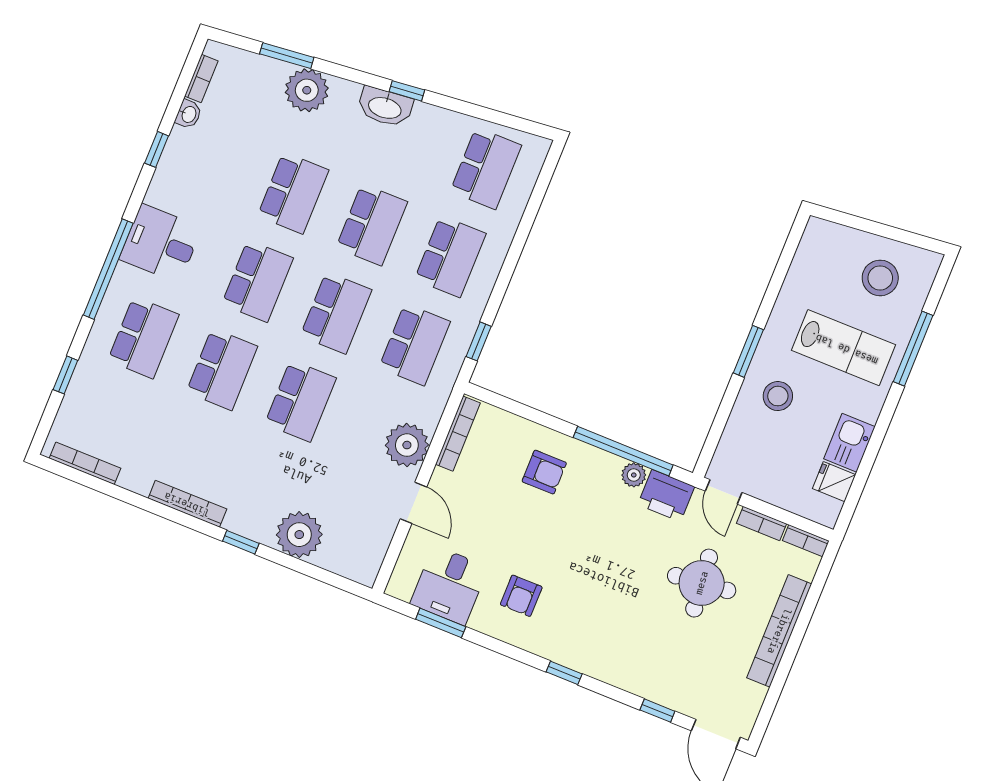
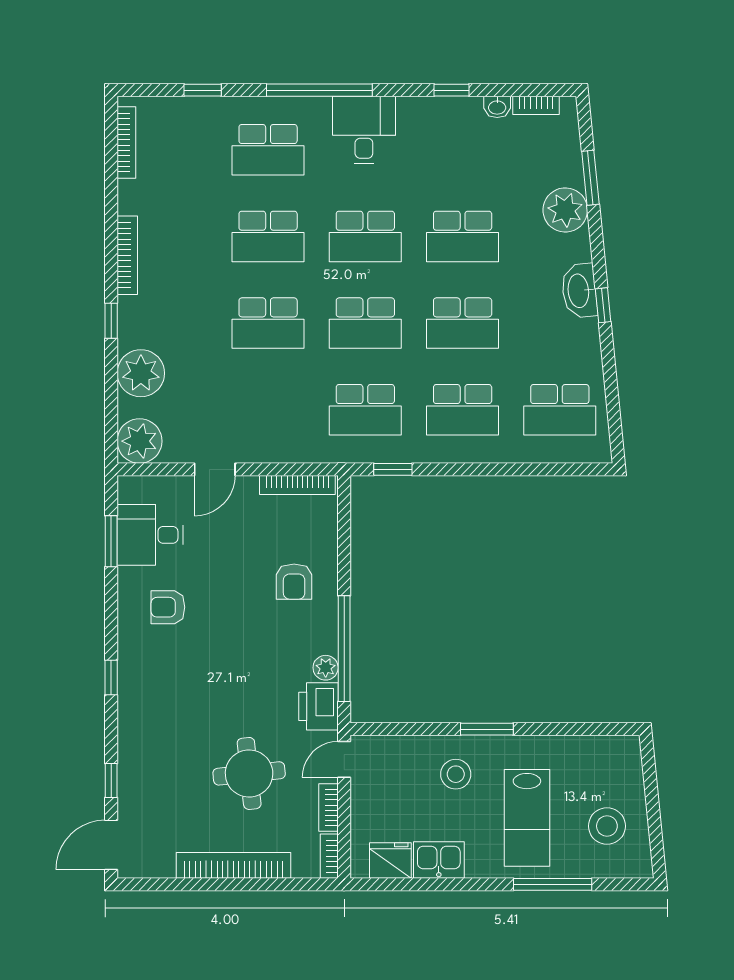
plant: (407, 445) -> (140, 441), moved
fridge: (834, 482) -> (390, 860), width x1.38

